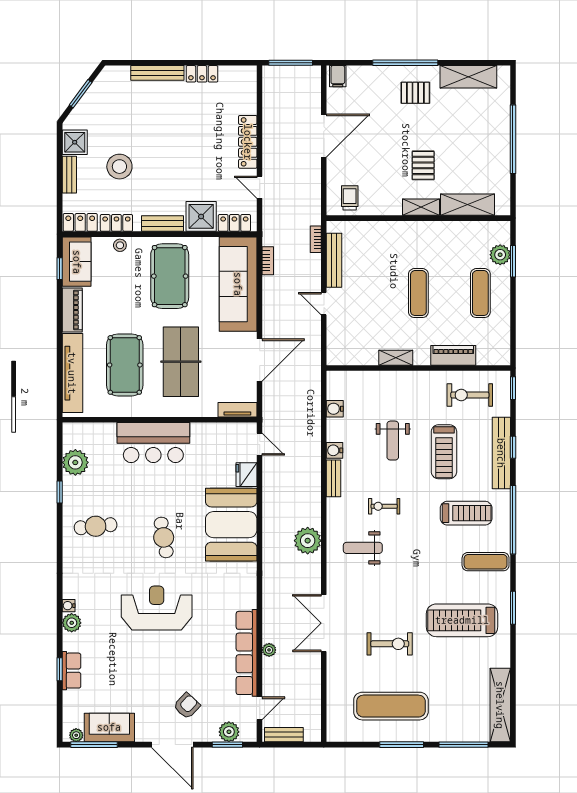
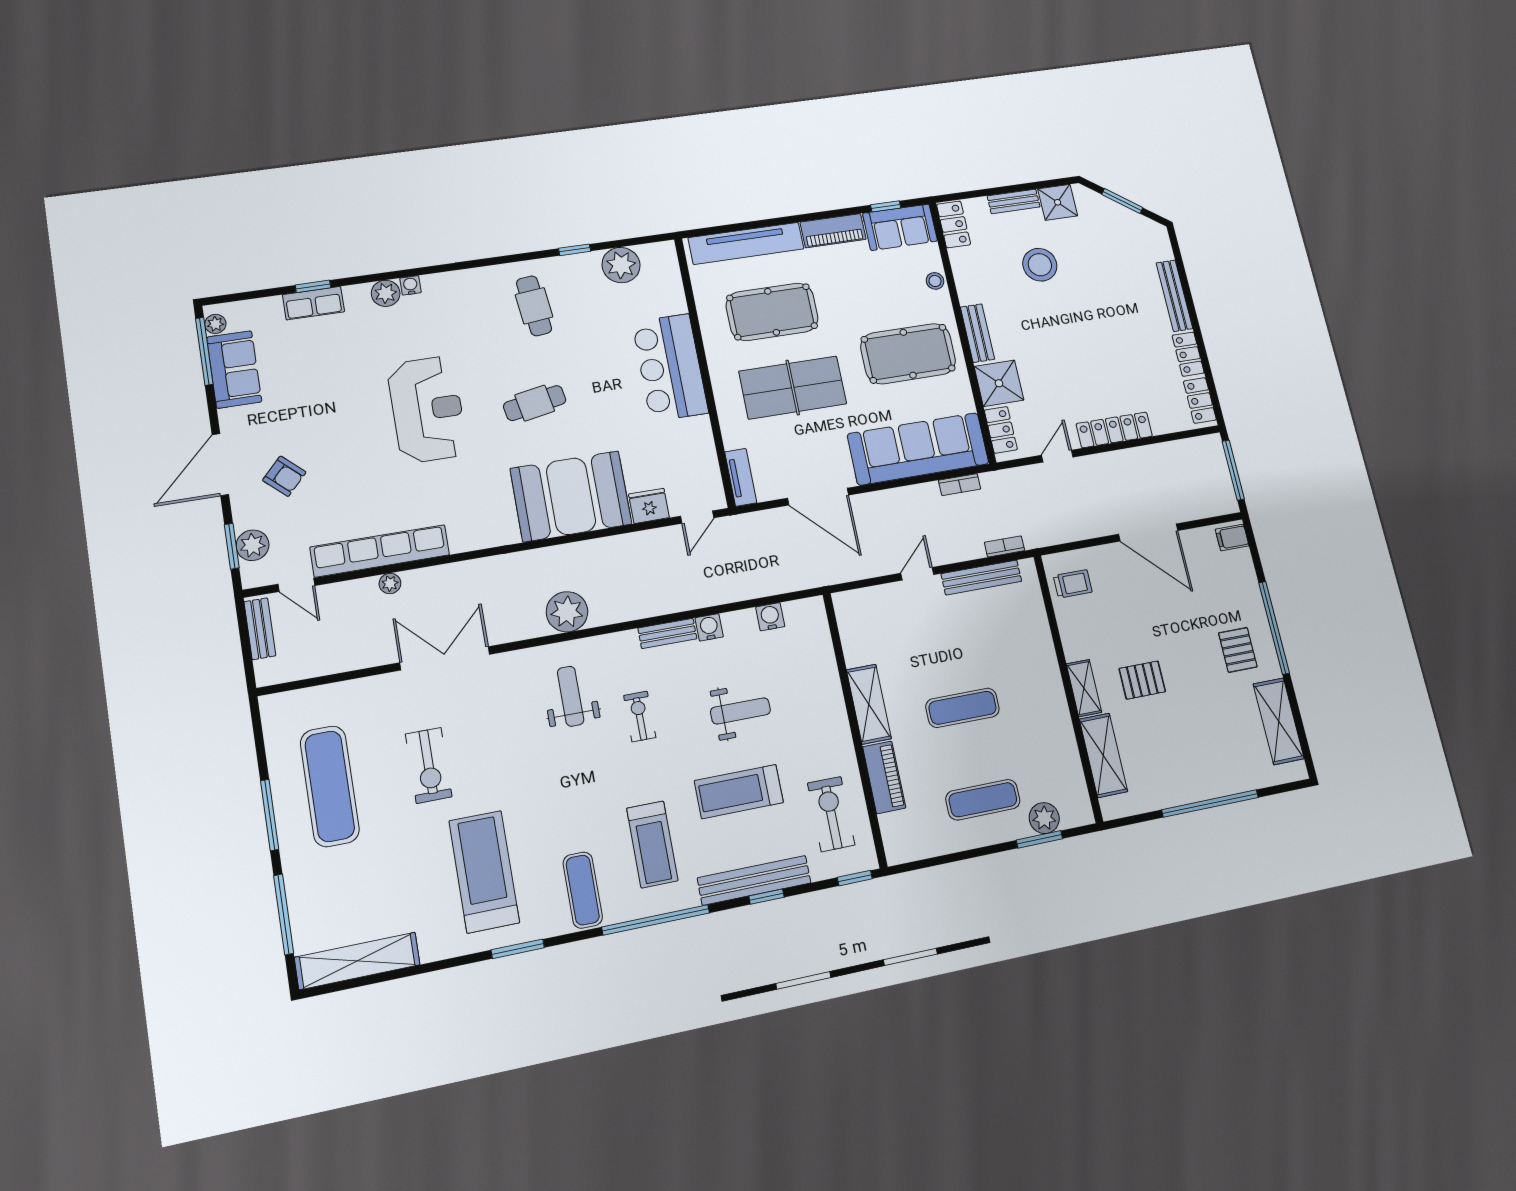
locker: (116, 223) -> (1200, 400), moved, turned 180
shelving: (396, 358) -> (869, 704), width x1.50, depth x1.33
weight bench: (393, 441) -> (740, 711), turned 180

